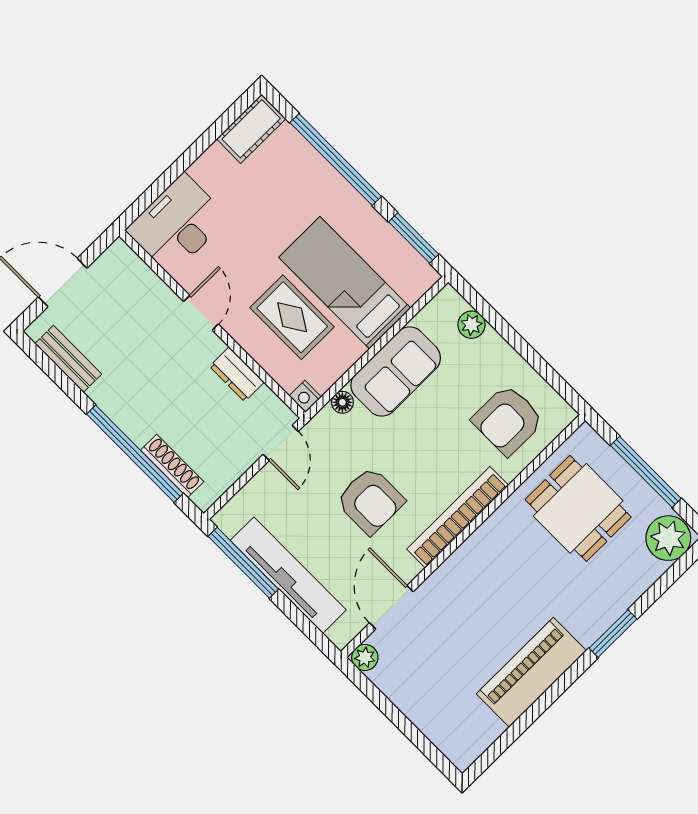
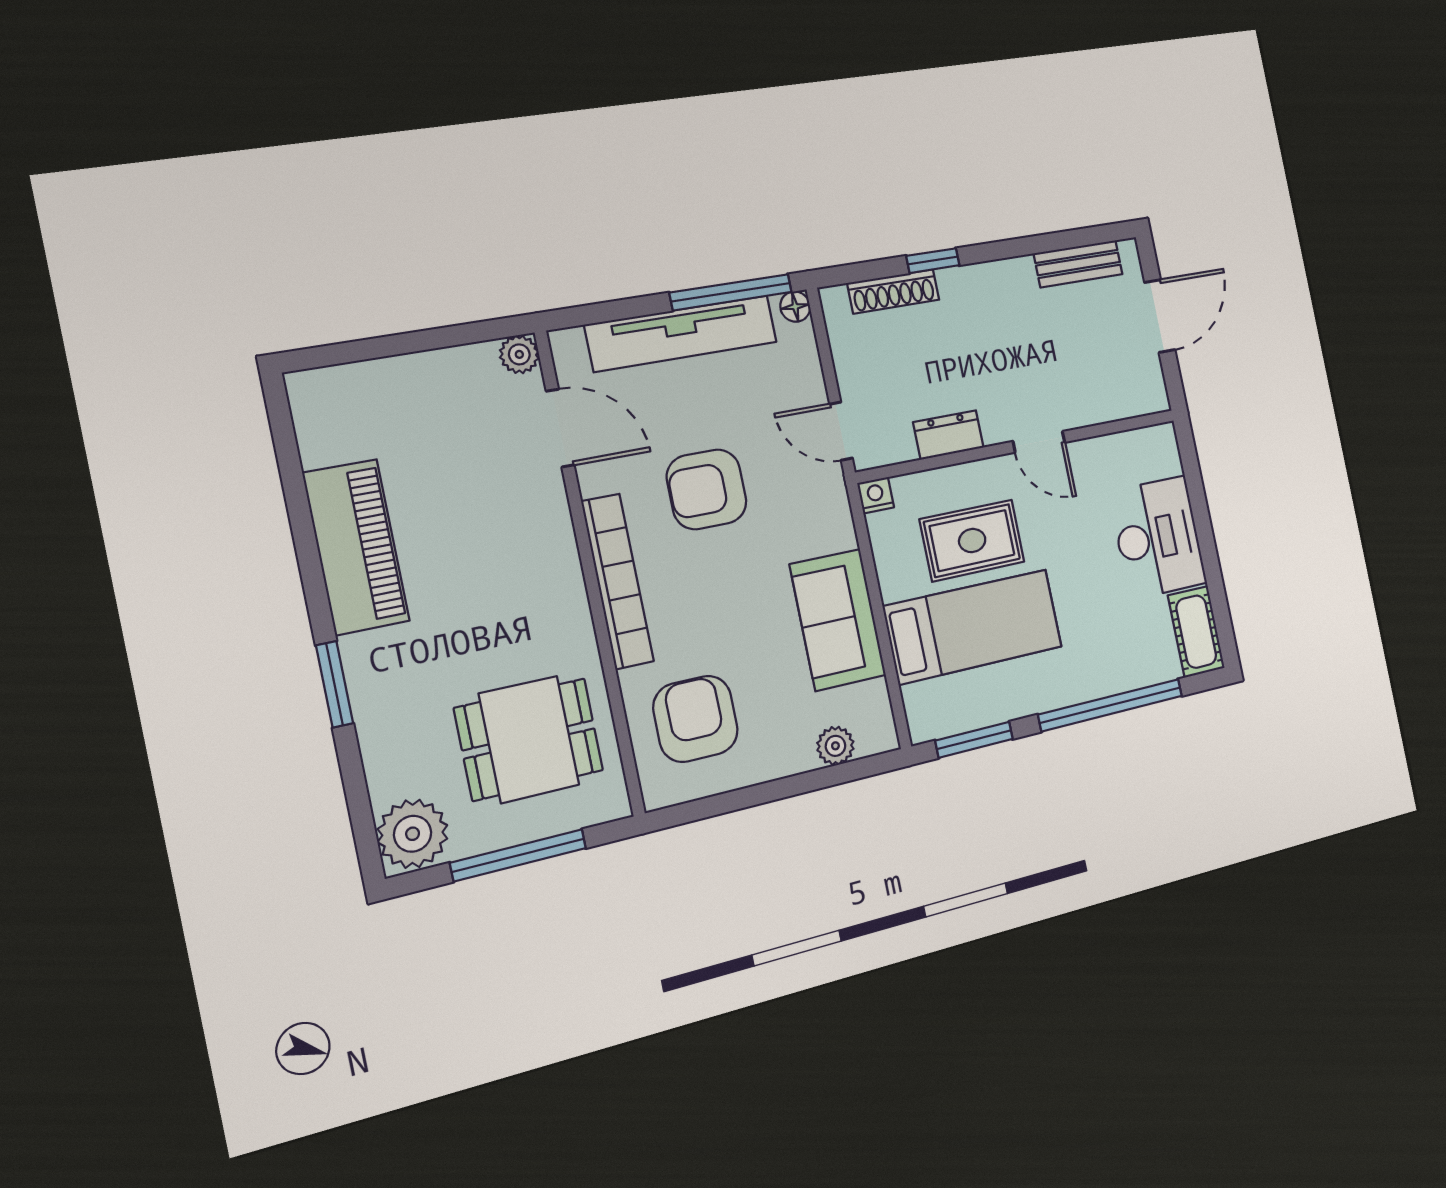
desk: (177, 224) -> (1158, 538), moved
floor lamp: (342, 402) -> (795, 307), moved
window: (135, 454) -> (933, 261), width x0.32

